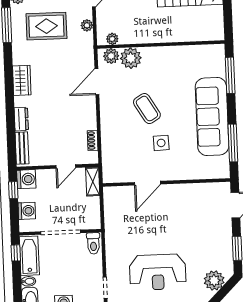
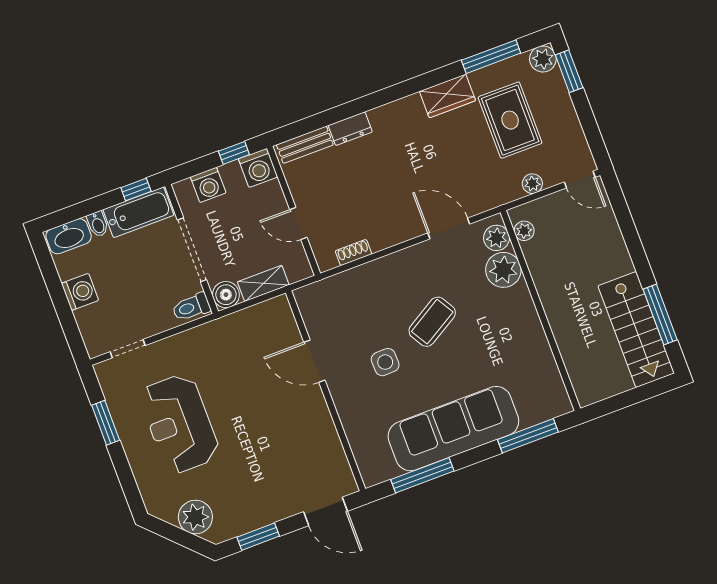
wardrobe: (22, 80) -> (447, 96), moved
shelving: (93, 181) -> (263, 283), moved
boiler: (93, 221) -> (226, 295), added

